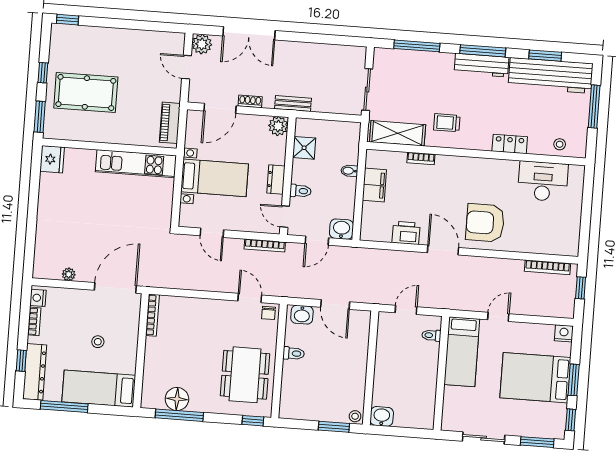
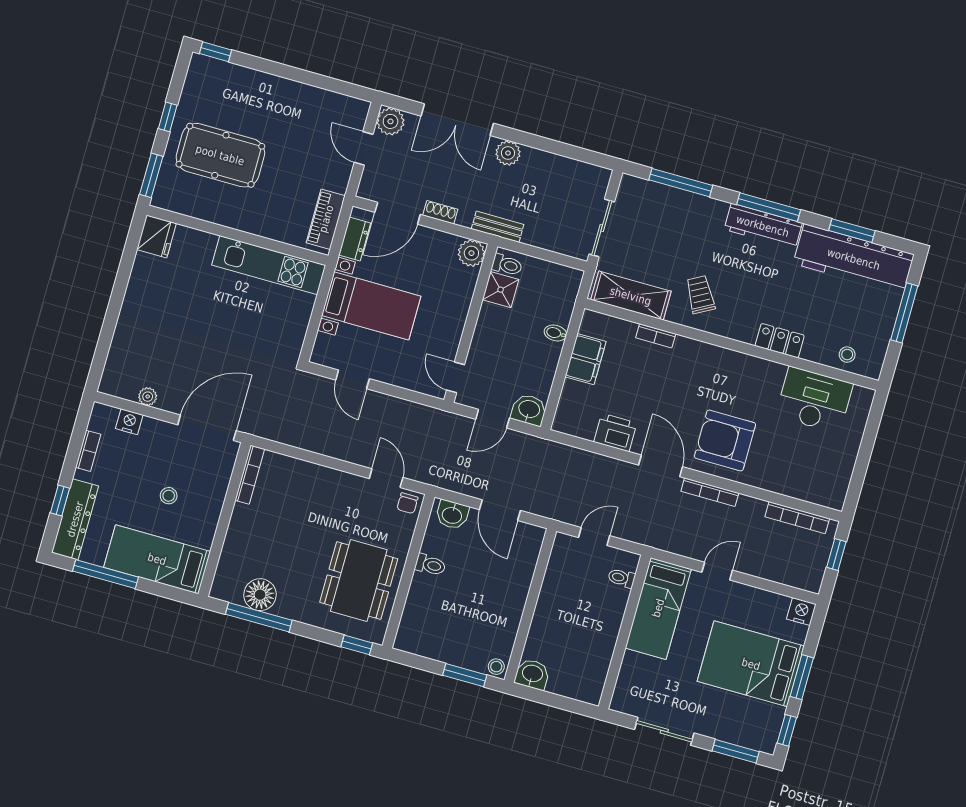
plant: (290, 50) -> (508, 153), added
trolley: (447, 123) -> (700, 295), turned 61
dresser: (276, 180) -> (355, 239), moved, turned 180
toilet: (300, 191) -> (507, 265), moved
bookcase: (265, 245) -> (710, 492), moved
nightstand: (38, 298) -> (129, 422), moved, turned 90

